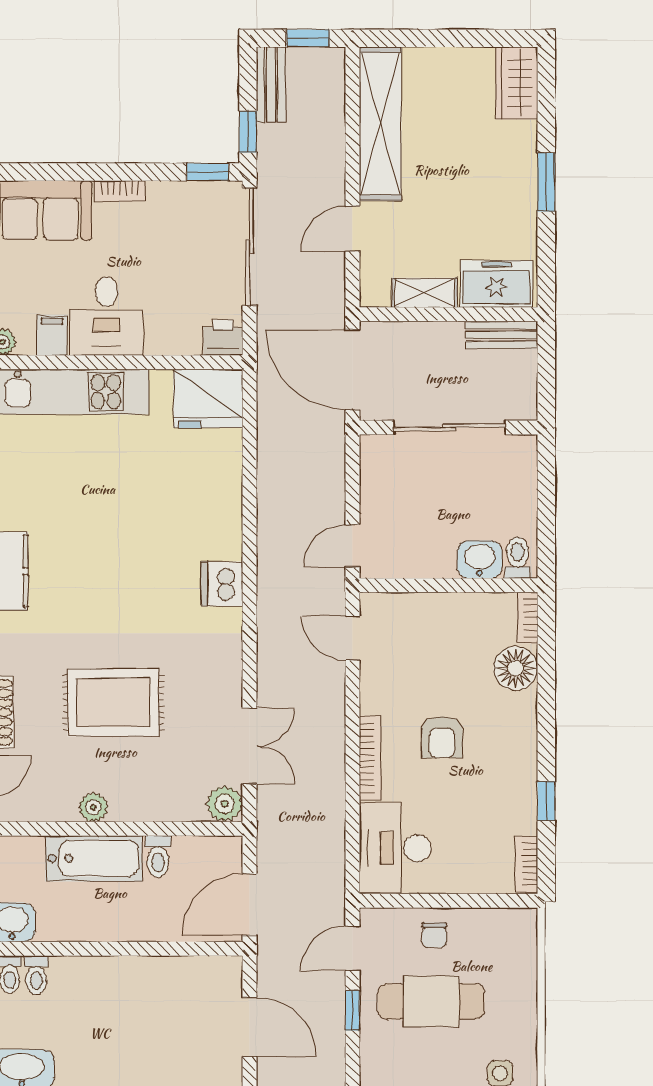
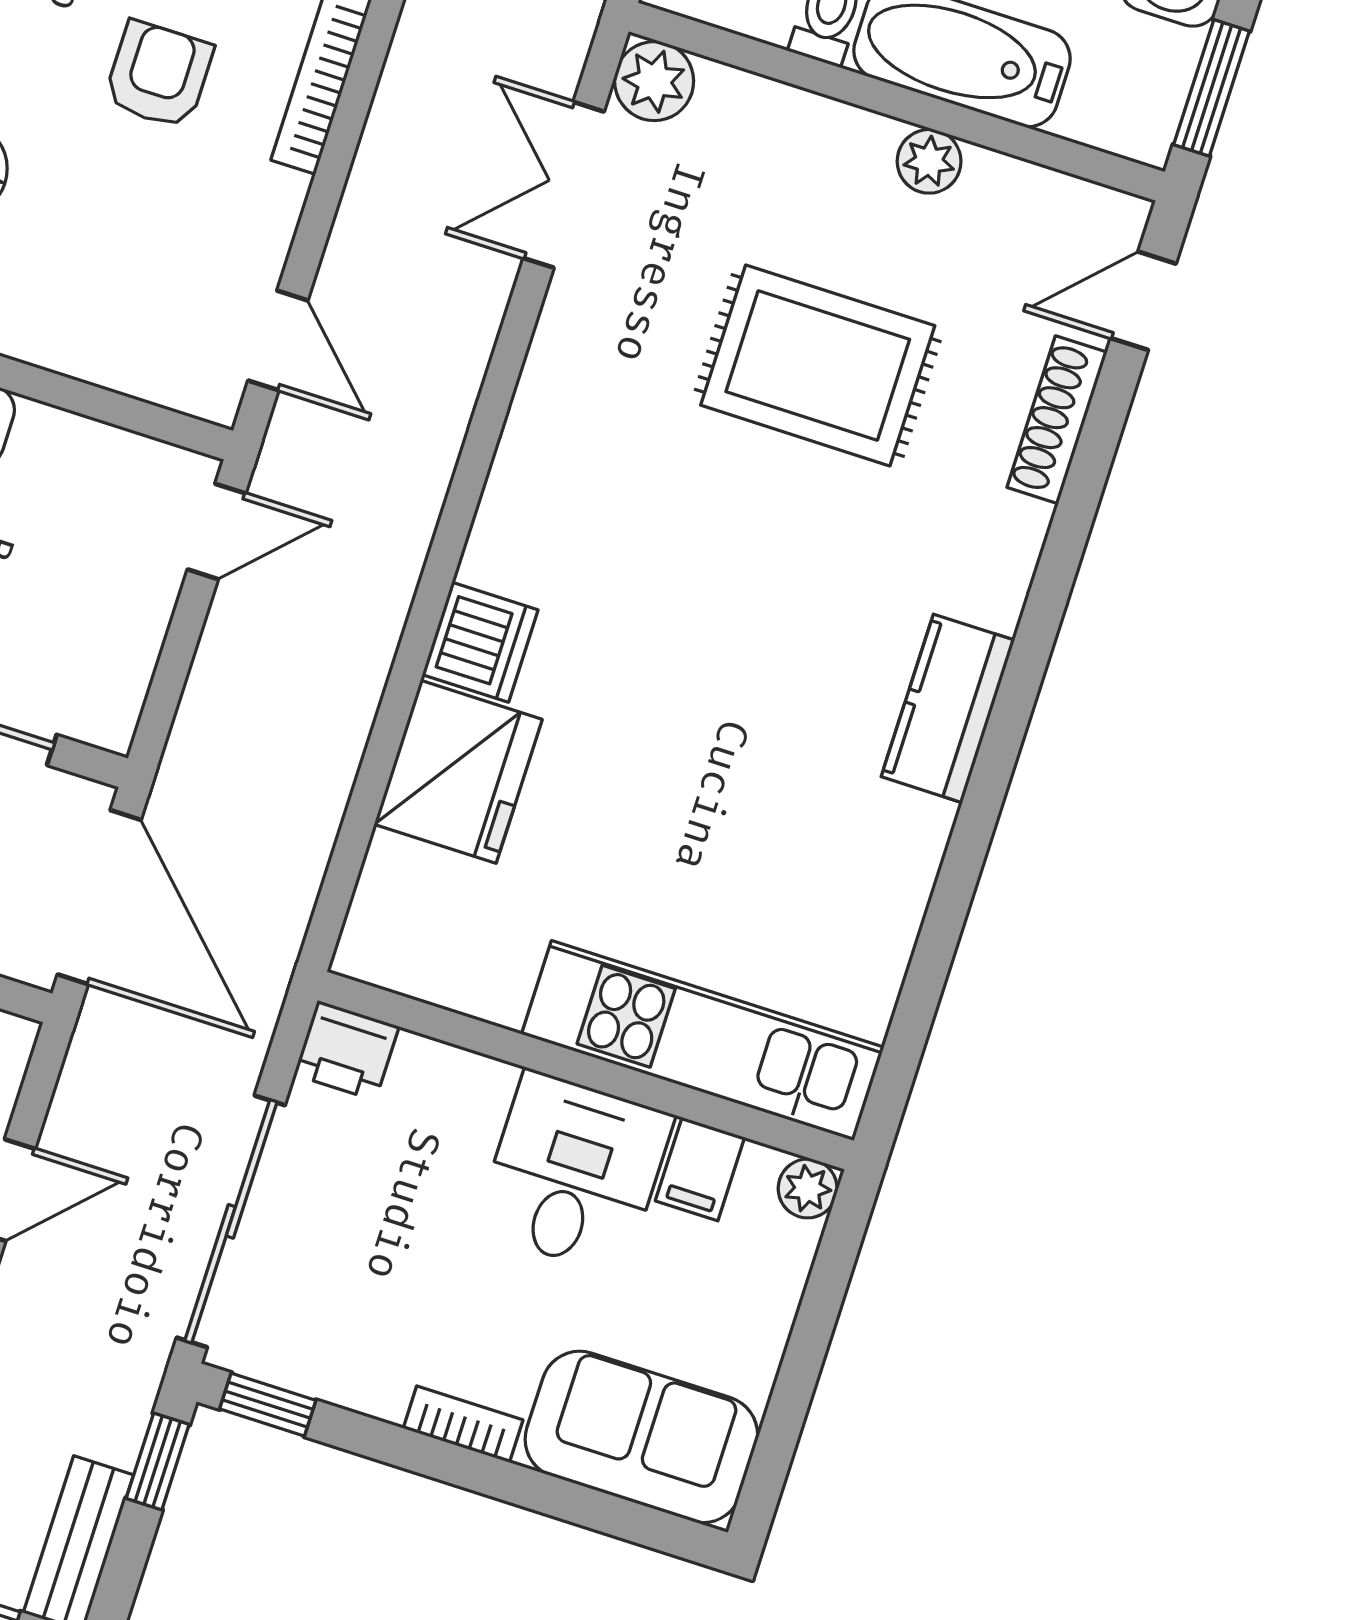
fridge: (208, 399) -> (458, 772), moved, turned 90
dishwasher: (222, 584) -> (480, 642), moved

